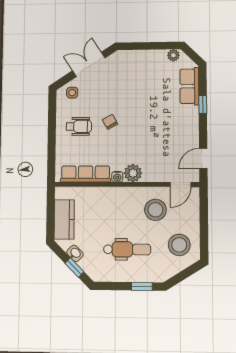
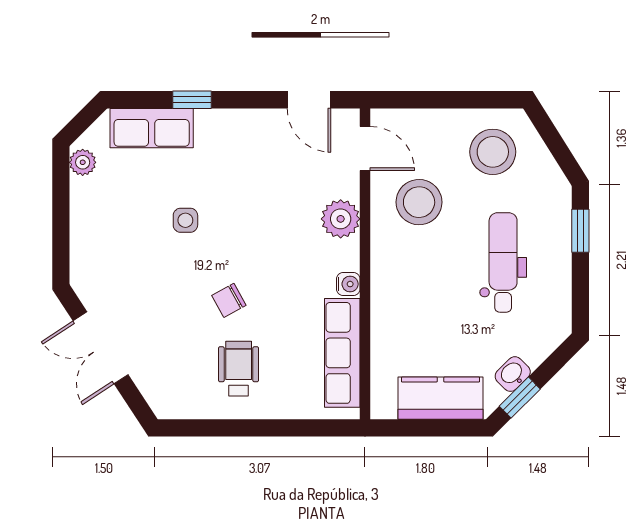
side table: (72, 93) -> (185, 220), moved
plant: (133, 173) -> (341, 219), moved
window: (74, 267) -> (520, 398), moved

